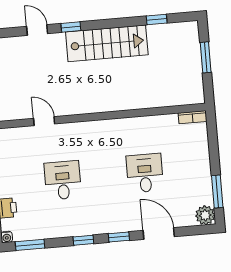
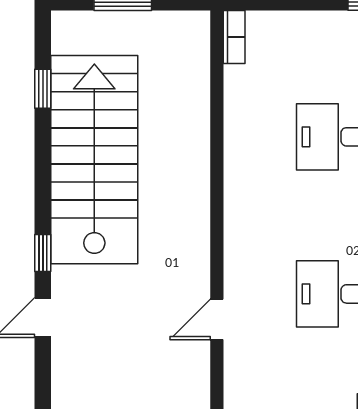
stairs: (107, 43) -> (94, 160), width x1.36, depth x1.51

